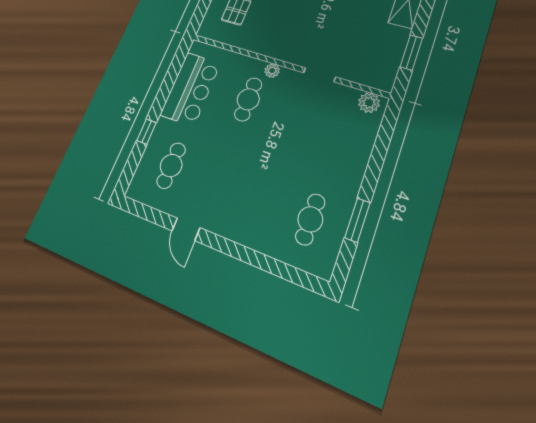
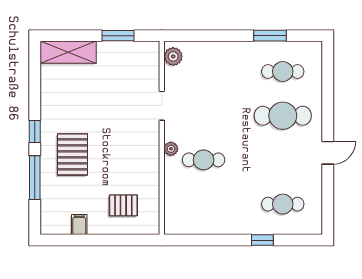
bar counter: (190, 89) -> (211, 217), removed
cafe table: (261, 200) -> (283, 116), added
door: (186, 229) -> (328, 153), moved

